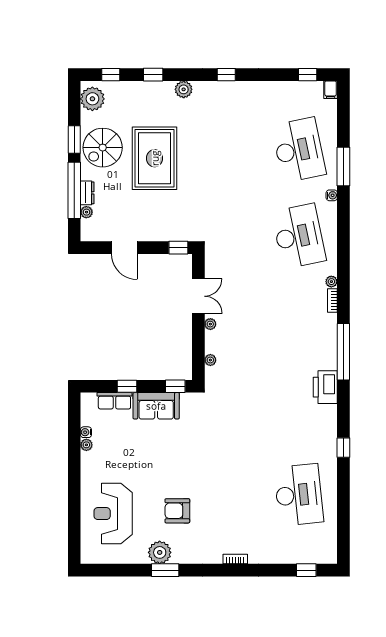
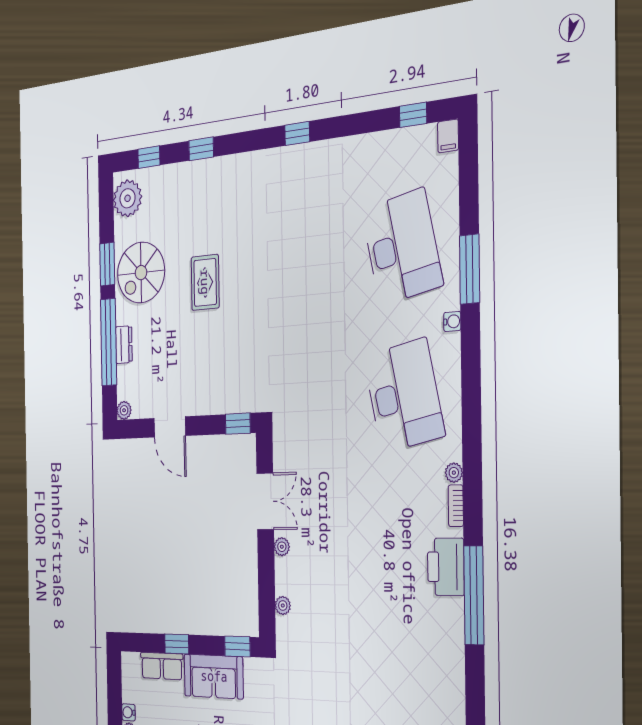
plant: (184, 89) -> (241, 167), removed
rug: (155, 158) -> (205, 282), width x0.54, depth x0.49
plant: (86, 212) -> (124, 410), moved
printer: (325, 387) -> (446, 567), moved

